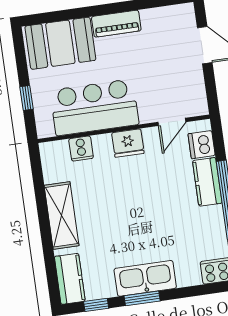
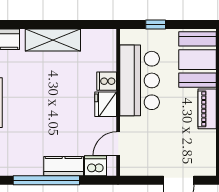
door: (172, 122) -> (118, 144), hinge flipped
cooker: (81, 149) -> (107, 81), moved

